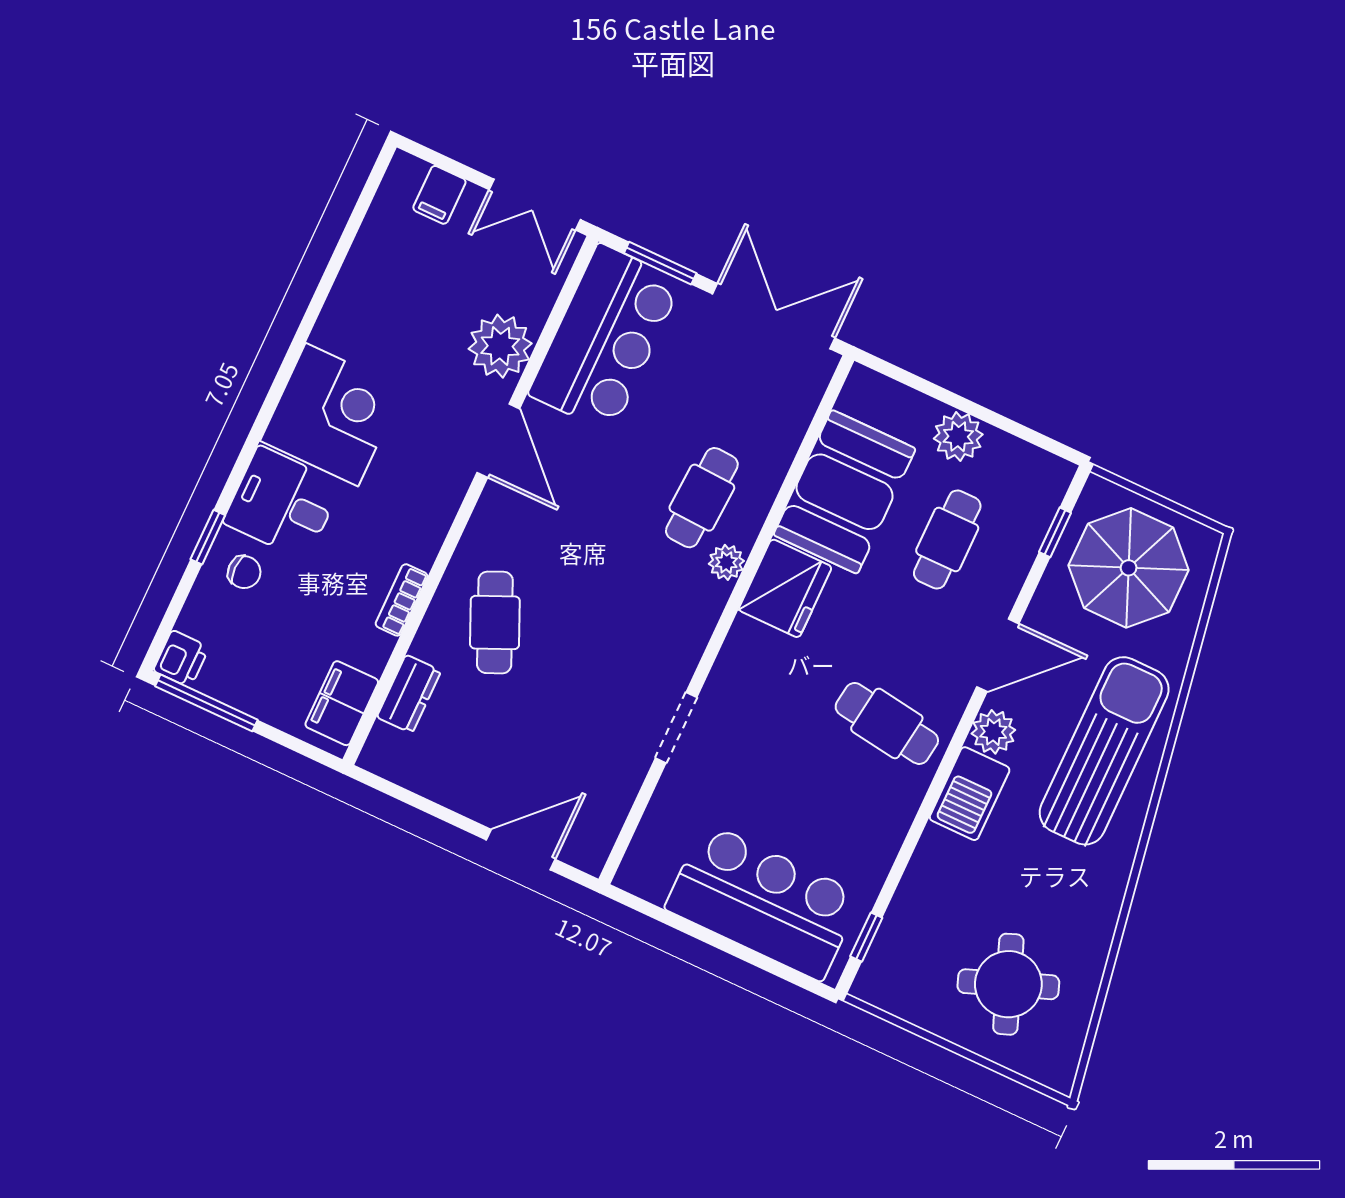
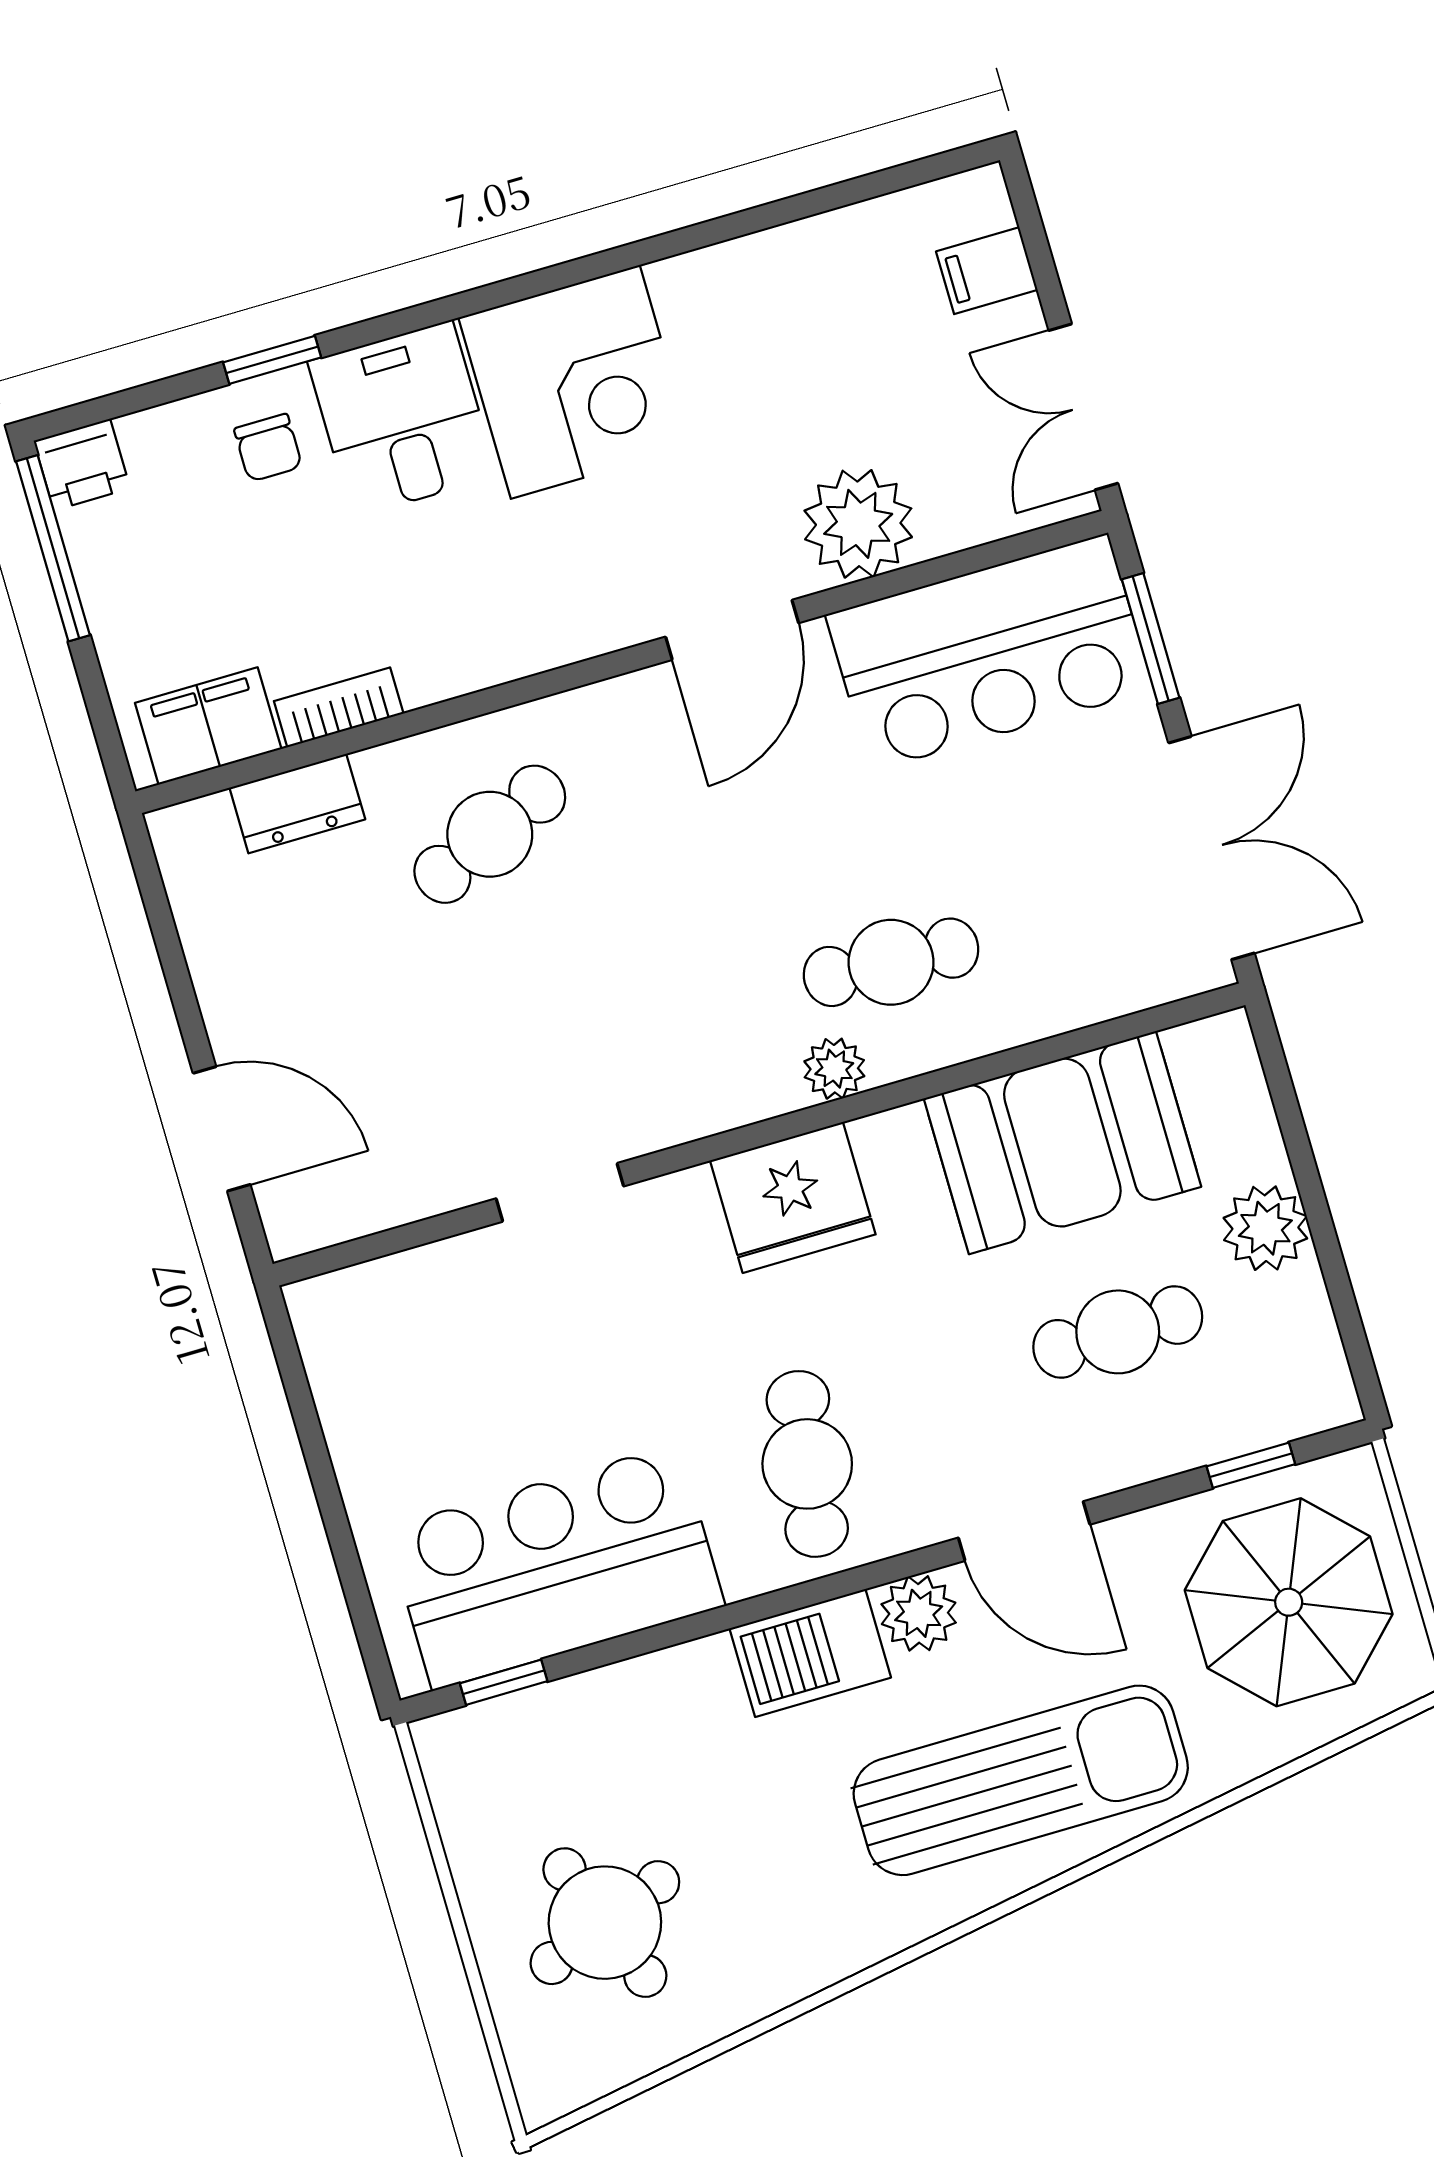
fridge: (785, 588) -> (793, 1197), moved
bookcase: (402, 600) -> (339, 707), moved
bar counter: (763, 902) -> (555, 1567), moved, turned -90

